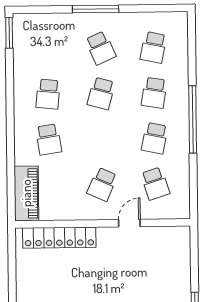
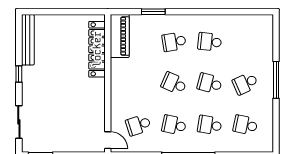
window: (9, 33) -> (153, 12), moved
school desk: (102, 184) -> (174, 83), moved
piano: (26, 193) -> (120, 36), moved, turned -90
door: (129, 223) -> (108, 140), moved

